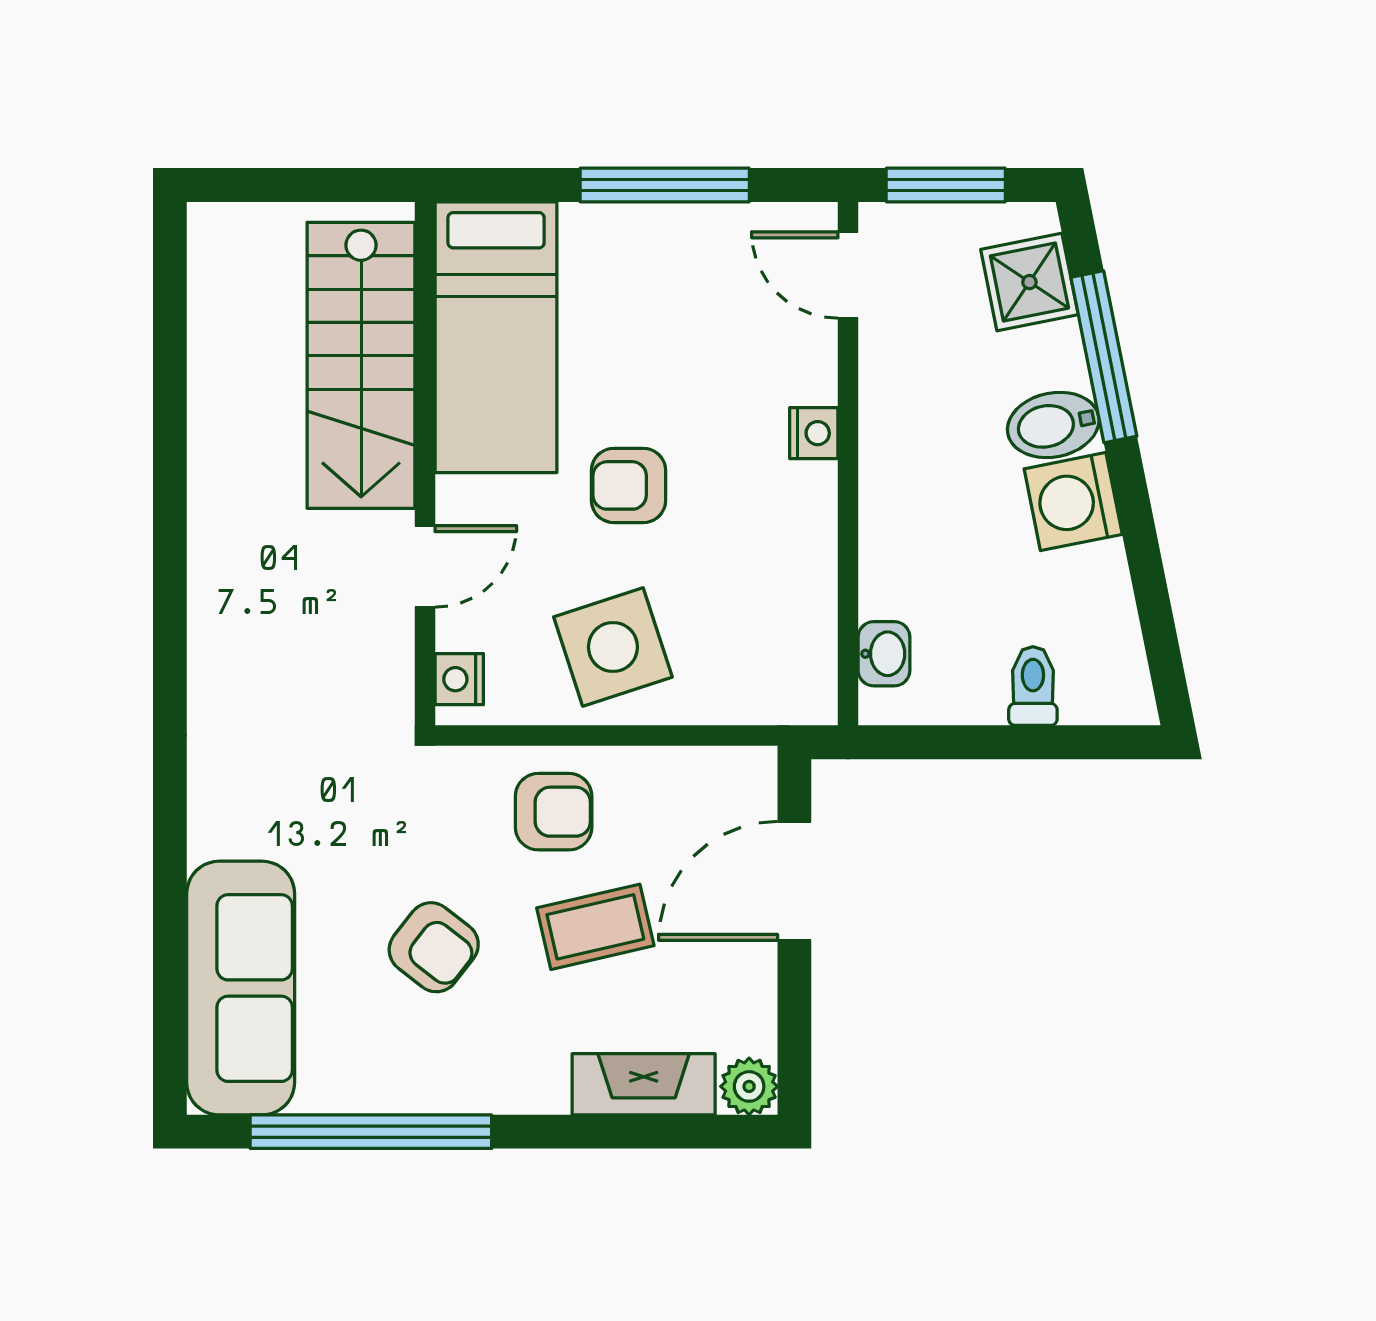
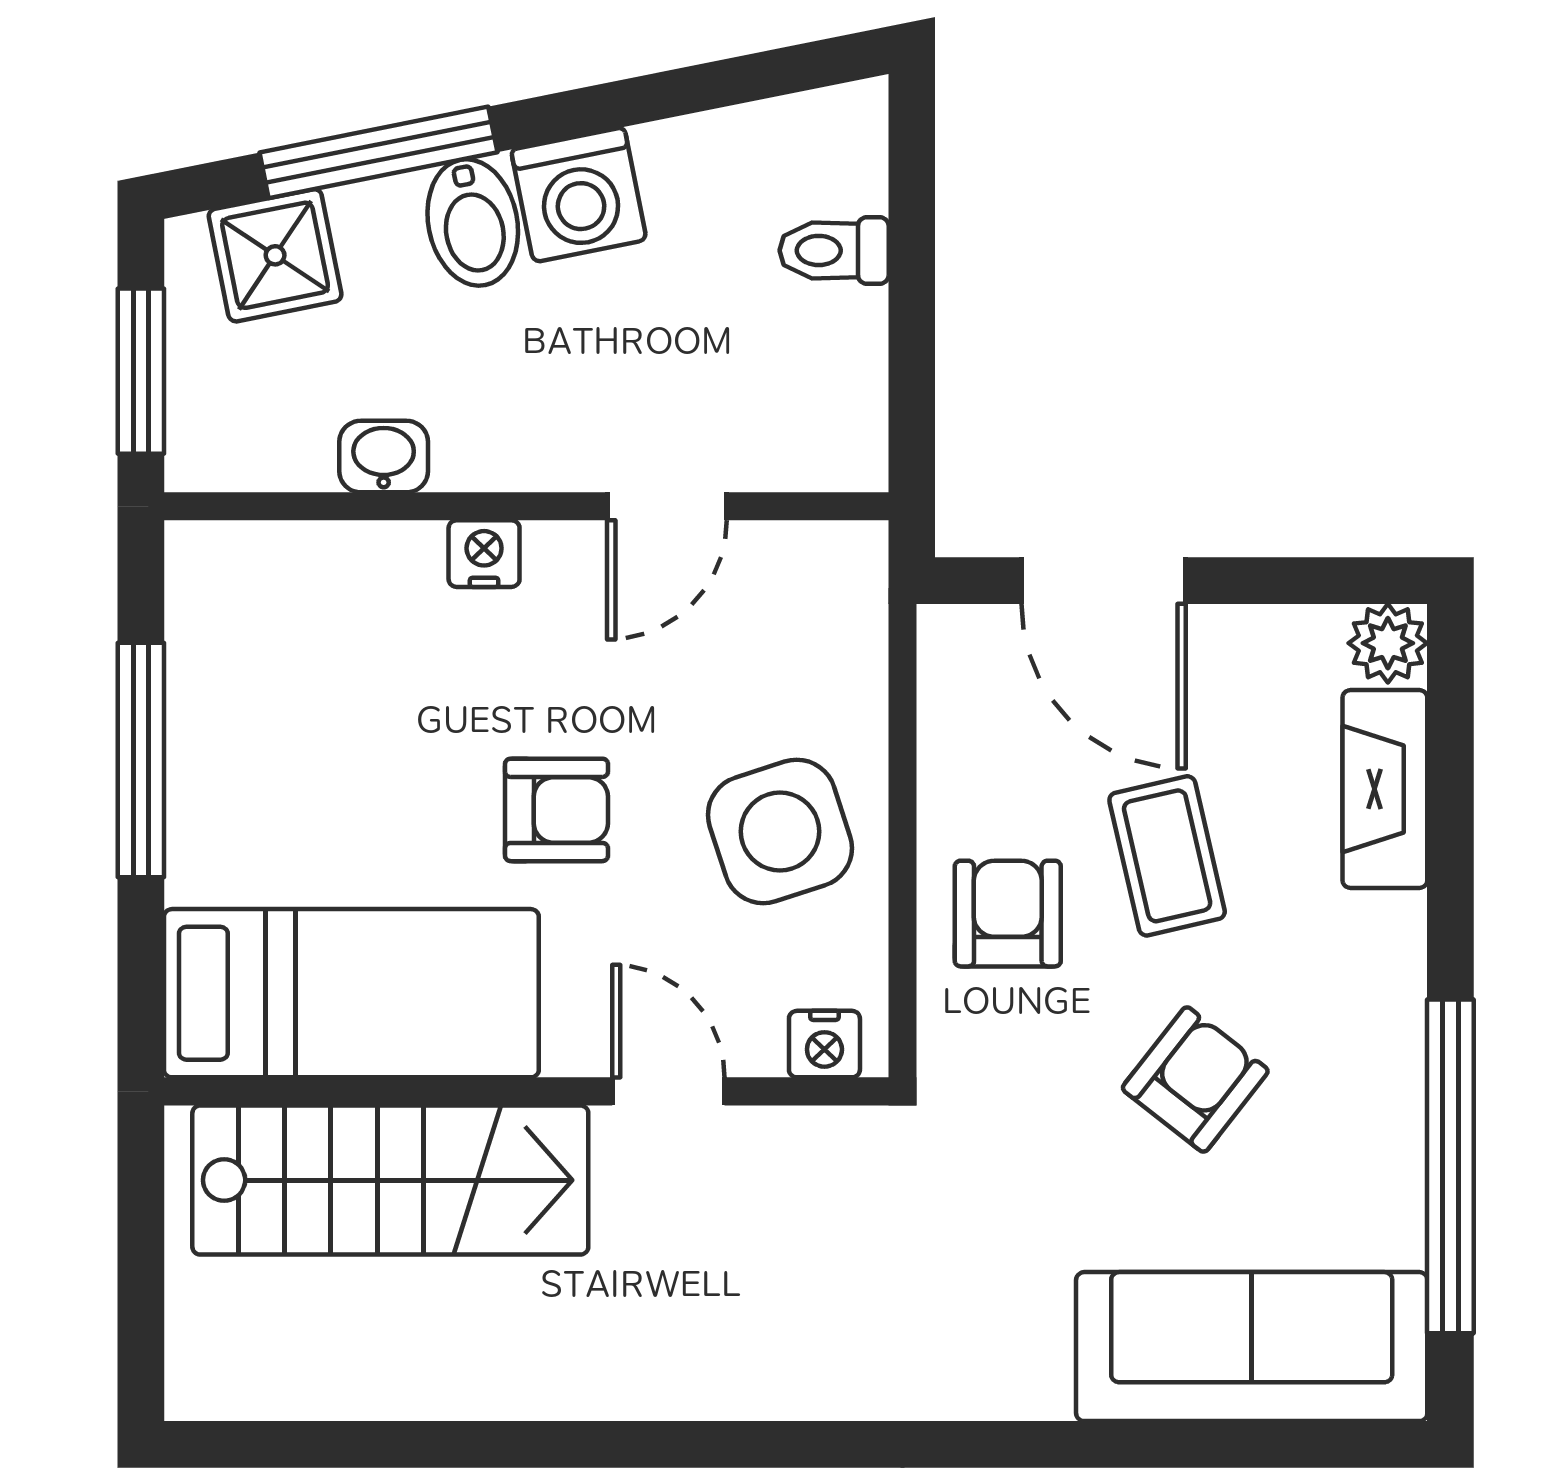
door: (848, 275) -> (667, 506), moved
armchair: (629, 485) -> (556, 810), turned -90
washbasin: (884, 654) -> (384, 457), moved

